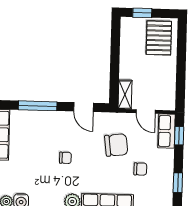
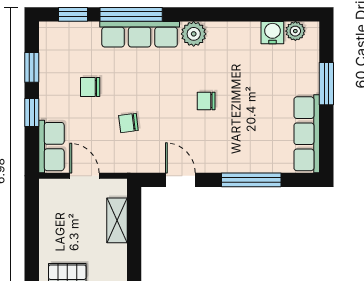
shelving: (125, 95) -> (117, 220), moved
window: (179, 136) -> (32, 112), moved
chair: (116, 145) -> (128, 123), width x0.54, depth x0.54

